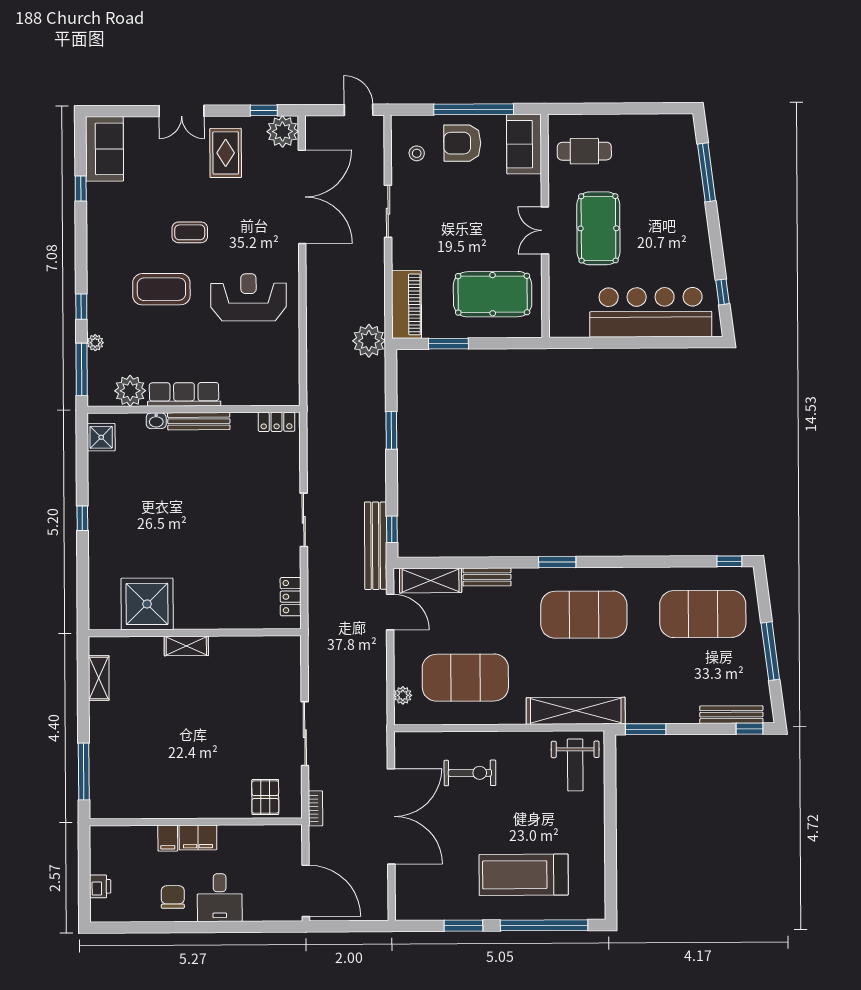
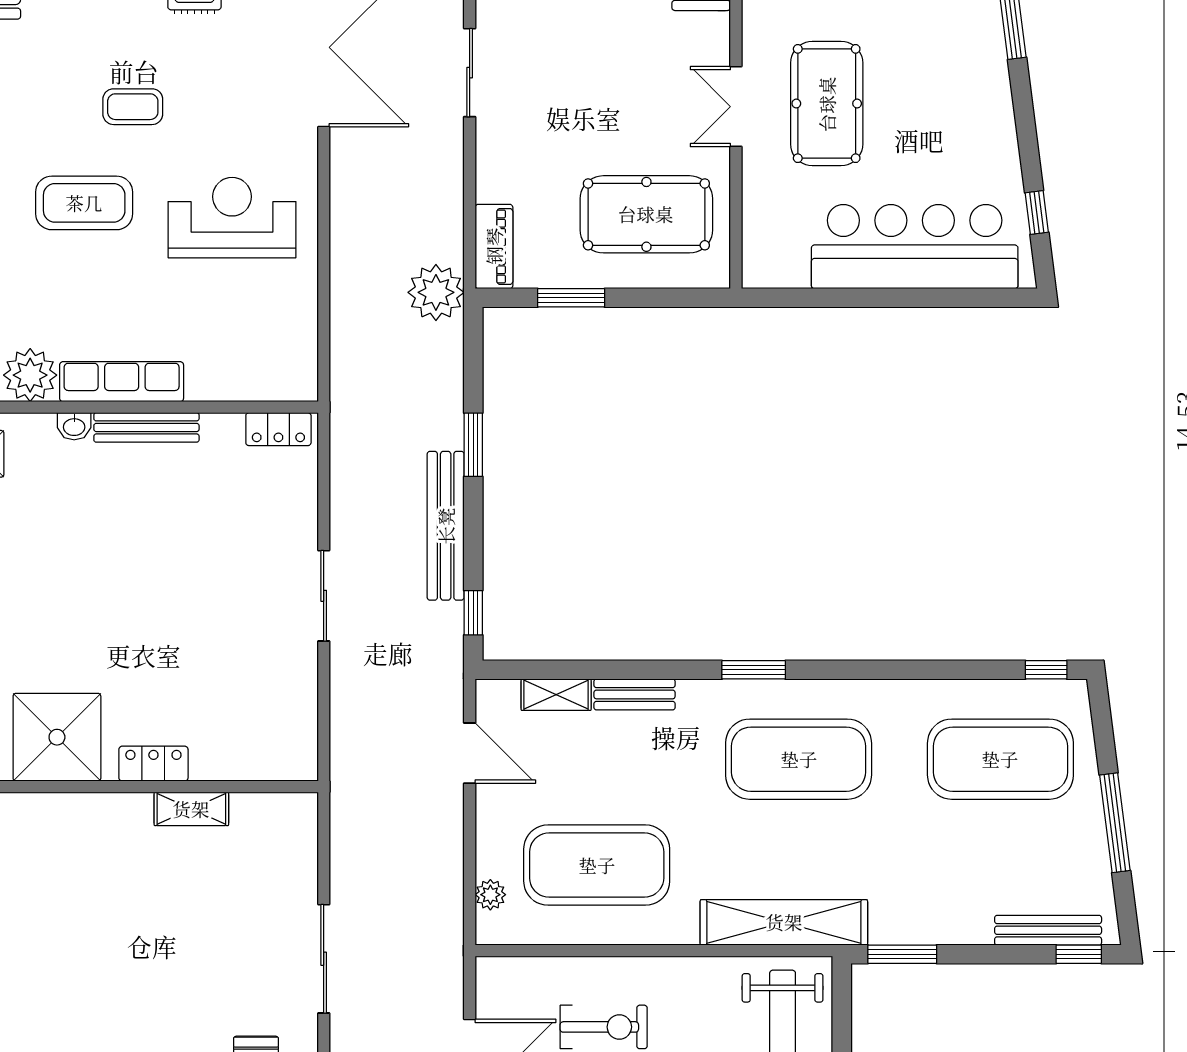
piano: (406, 304) -> (494, 246), width x0.73, depth x0.75
bench: (376, 546) -> (446, 526), moved
shelving: (431, 581) -> (556, 695), width x0.67, depth x0.75
locker: (291, 597) -> (153, 764), moved, turned 90
shelving: (186, 646) -> (191, 809), moved

